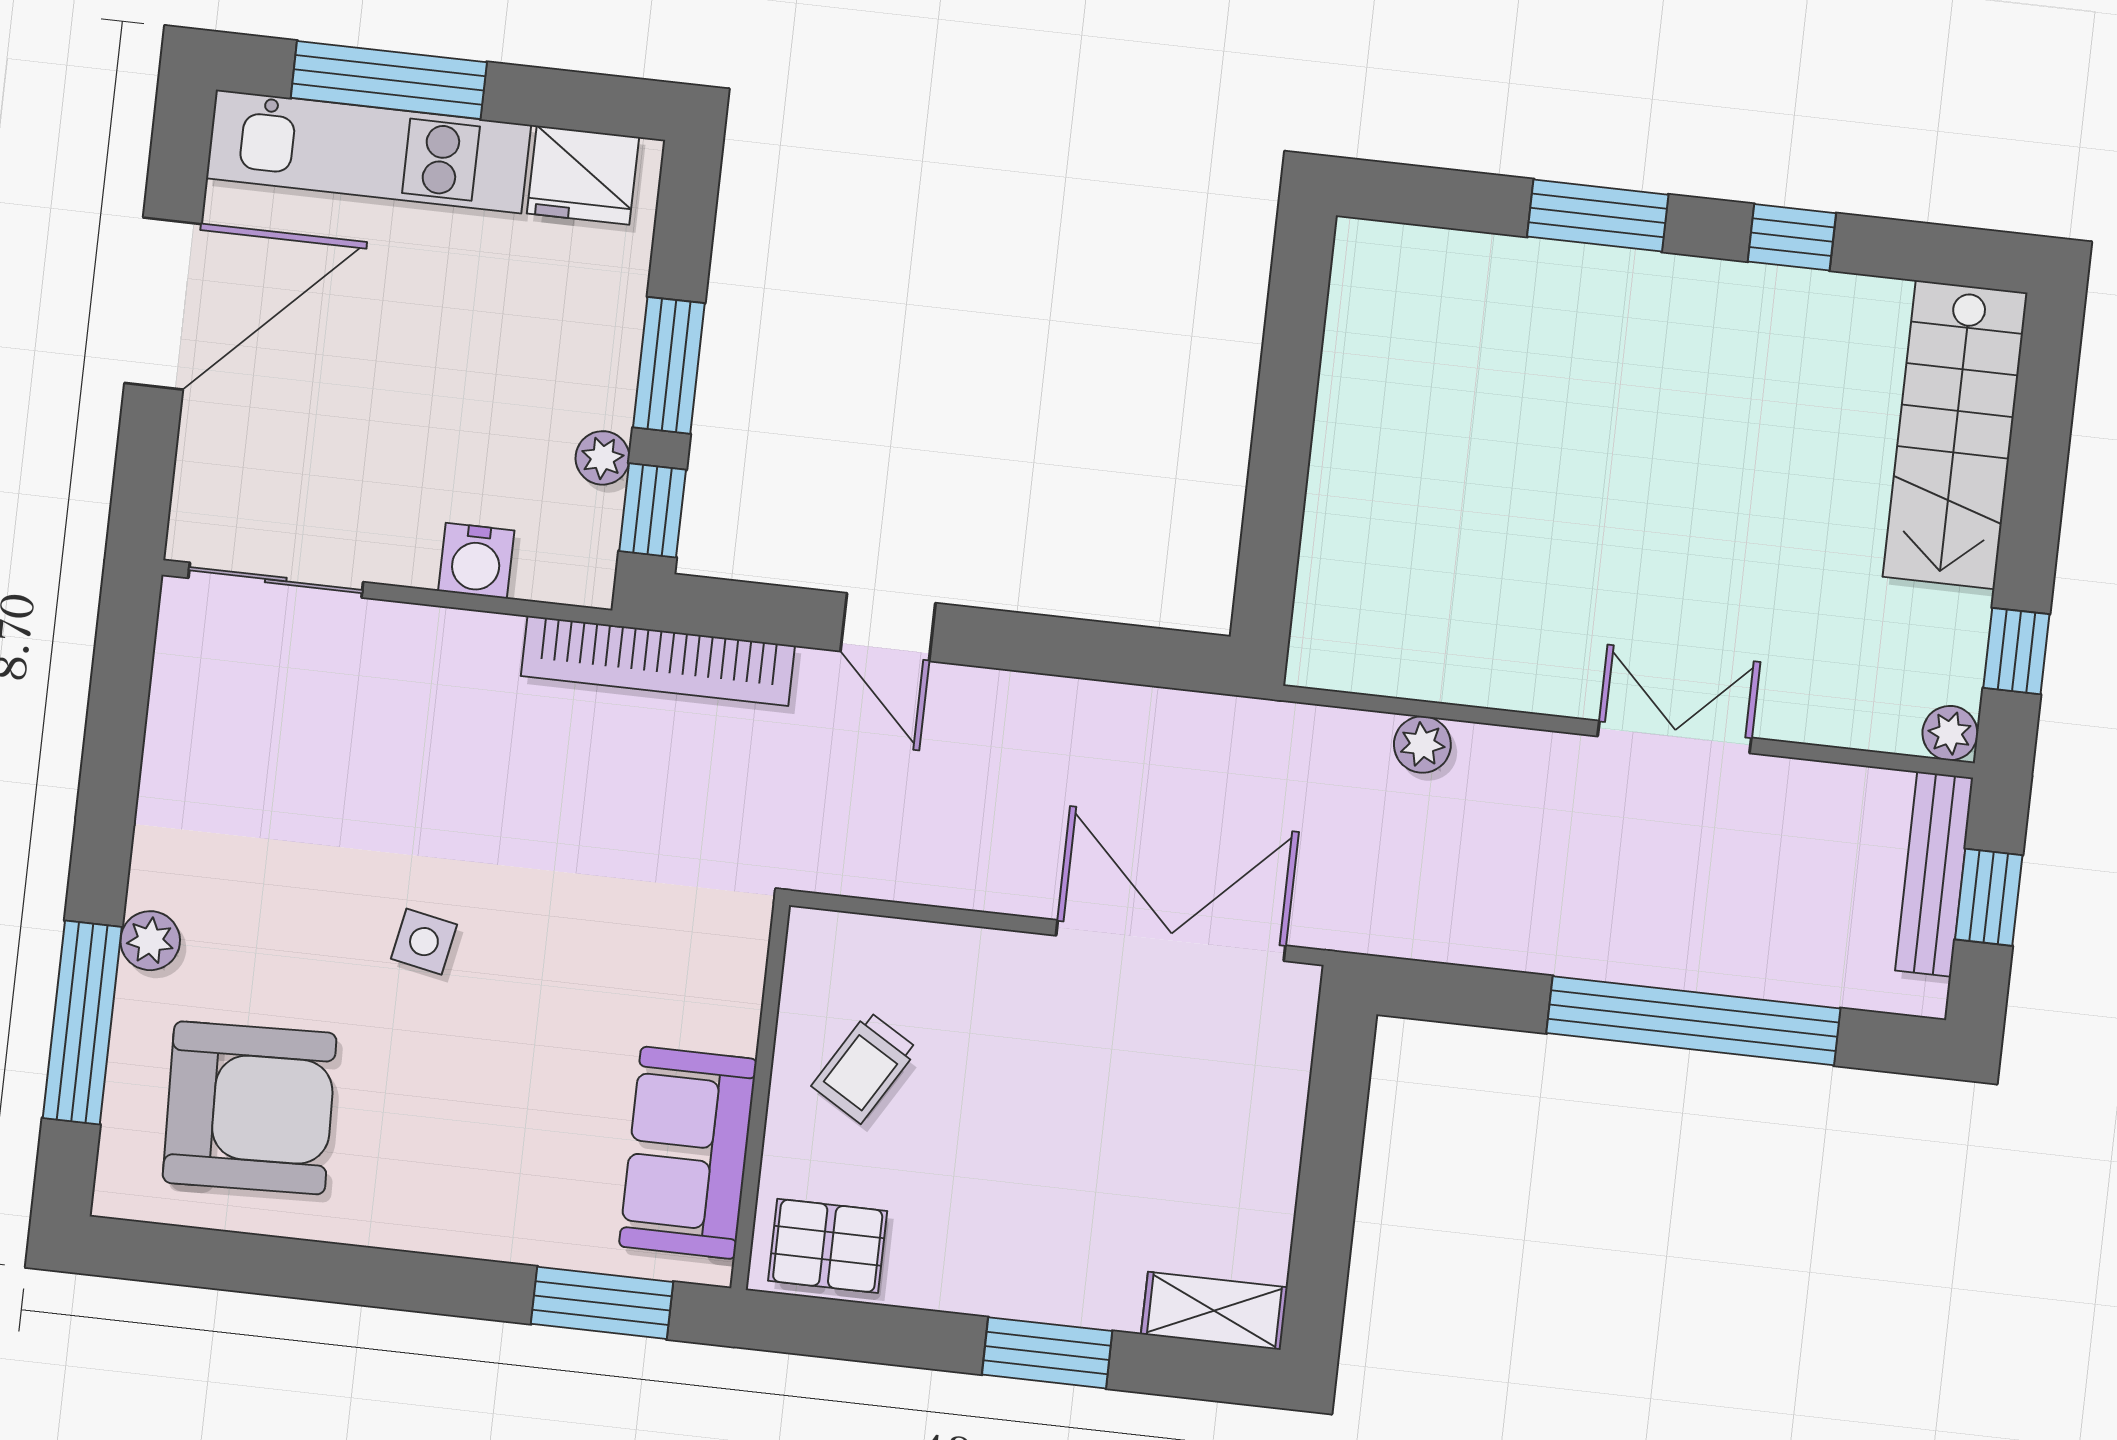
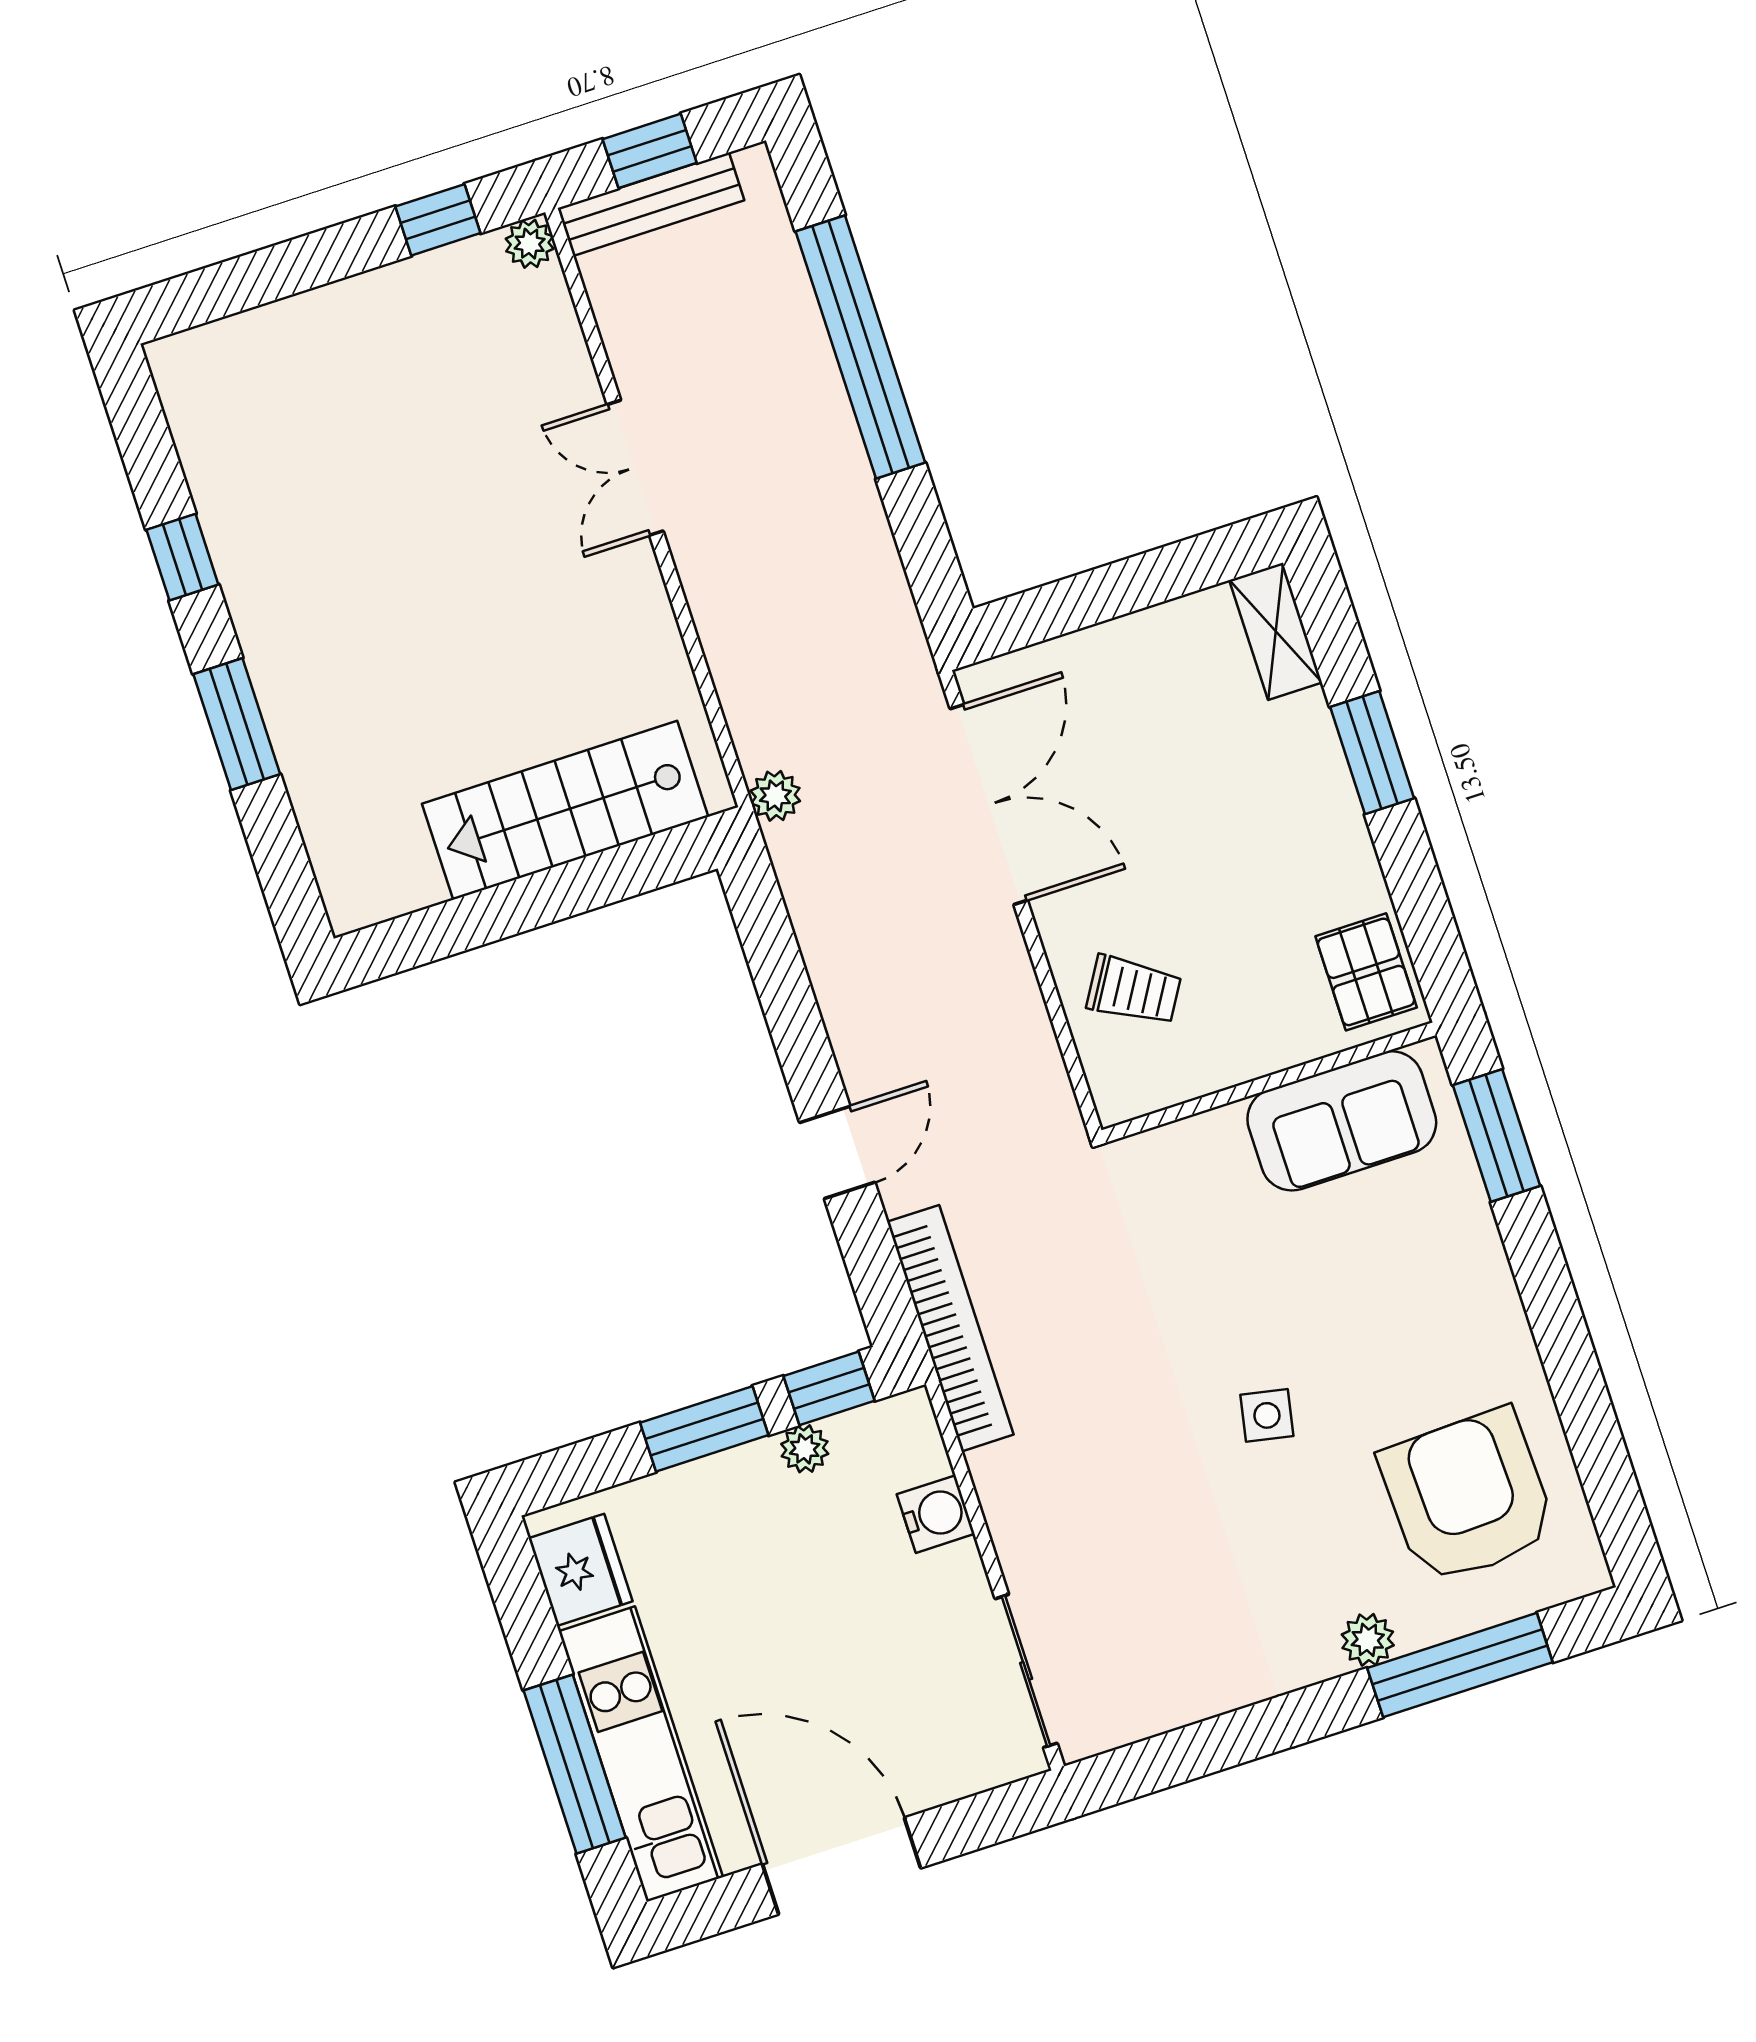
stairs: (1955, 435) -> (565, 810), moved, turned 180
plant: (1422, 744) -> (775, 796), moved
double door: (1171, 941) -> (989, 804), swing flipped
trolley: (865, 1067) -> (1134, 990), moved

